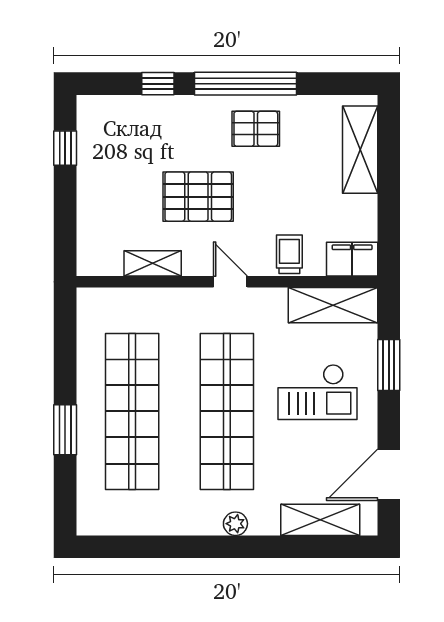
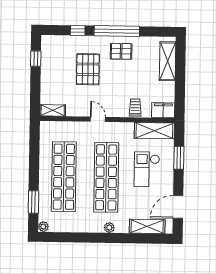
pallet: (198, 197) -> (88, 69), moved, turned 90
shelving: (153, 263) -> (53, 110), moved
door: (230, 282) -> (98, 119), moved
checkout: (317, 392) -> (147, 169), turned 90
window: (65, 430) -> (33, 202), moved
plant: (88, 524) -> (43, 227), added

